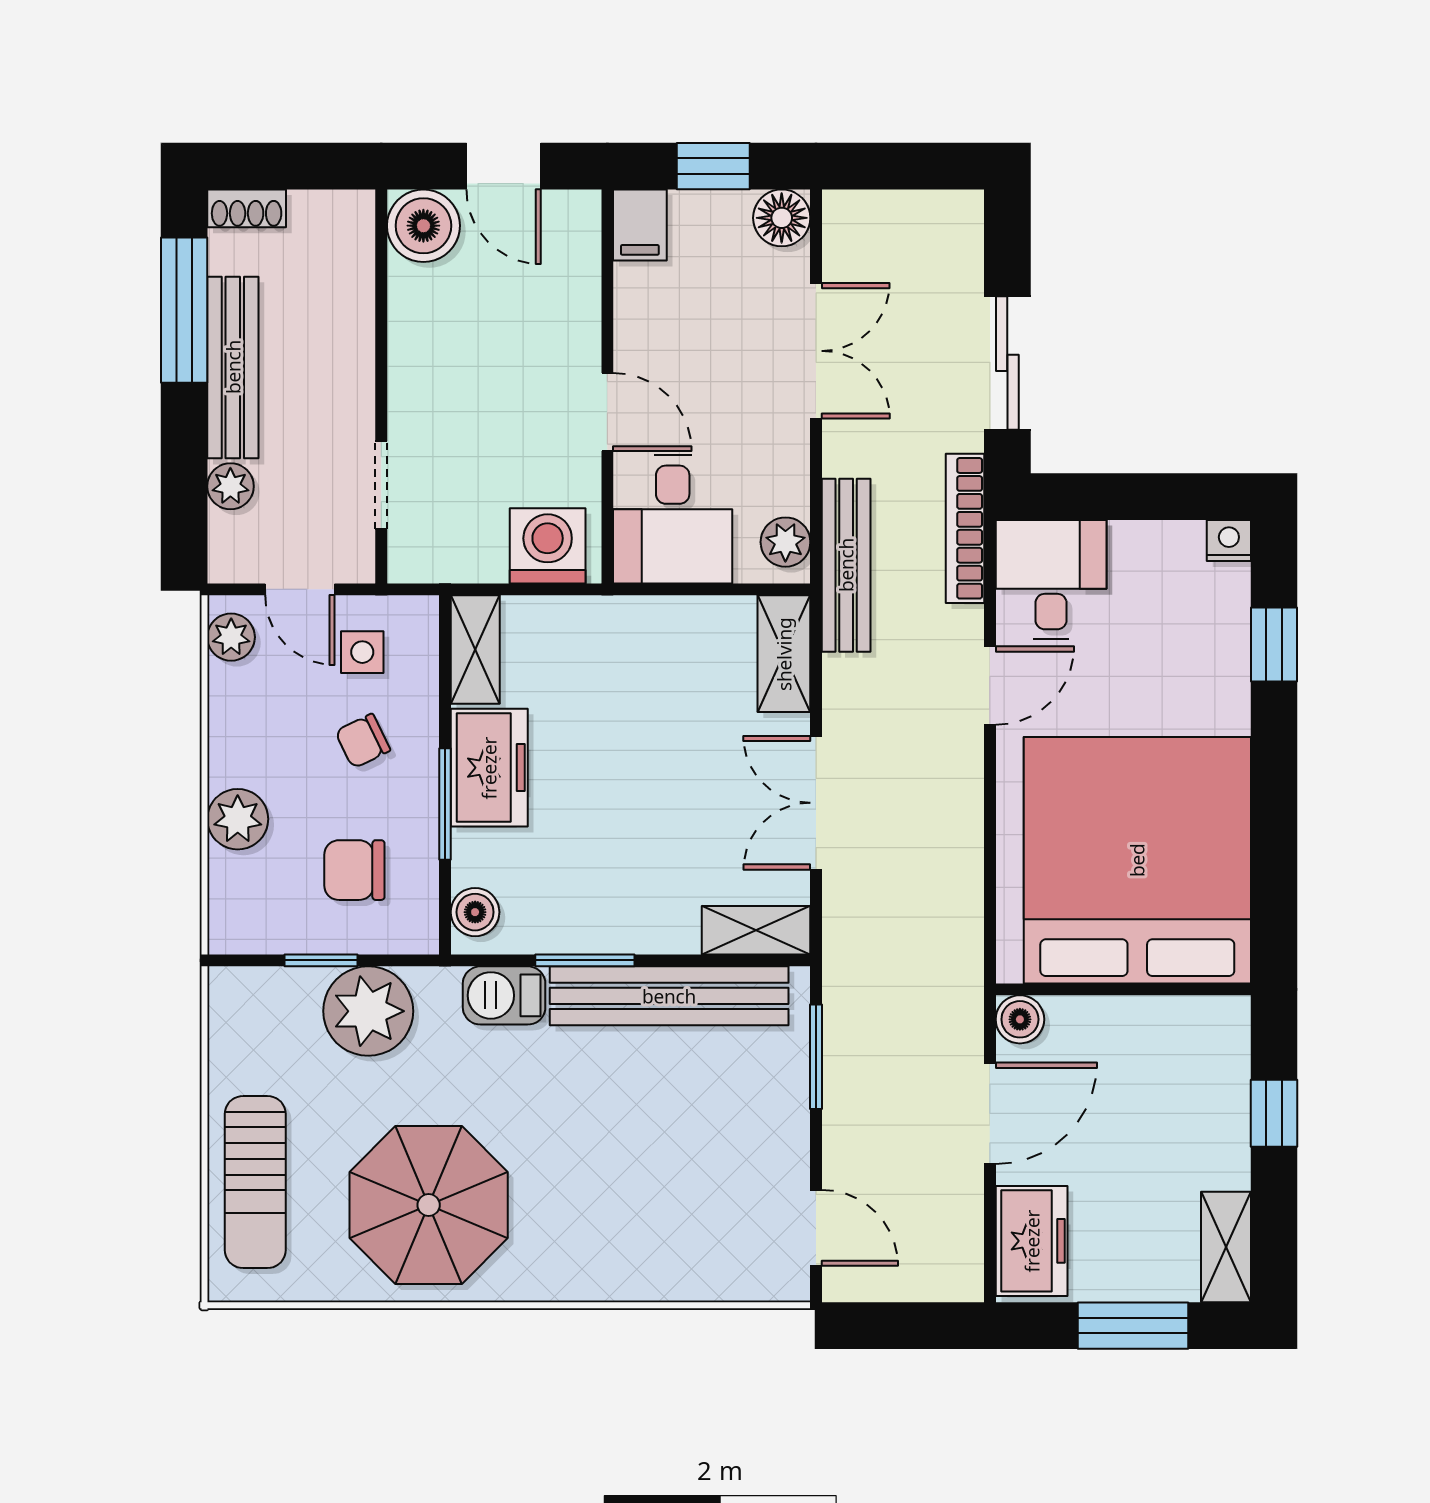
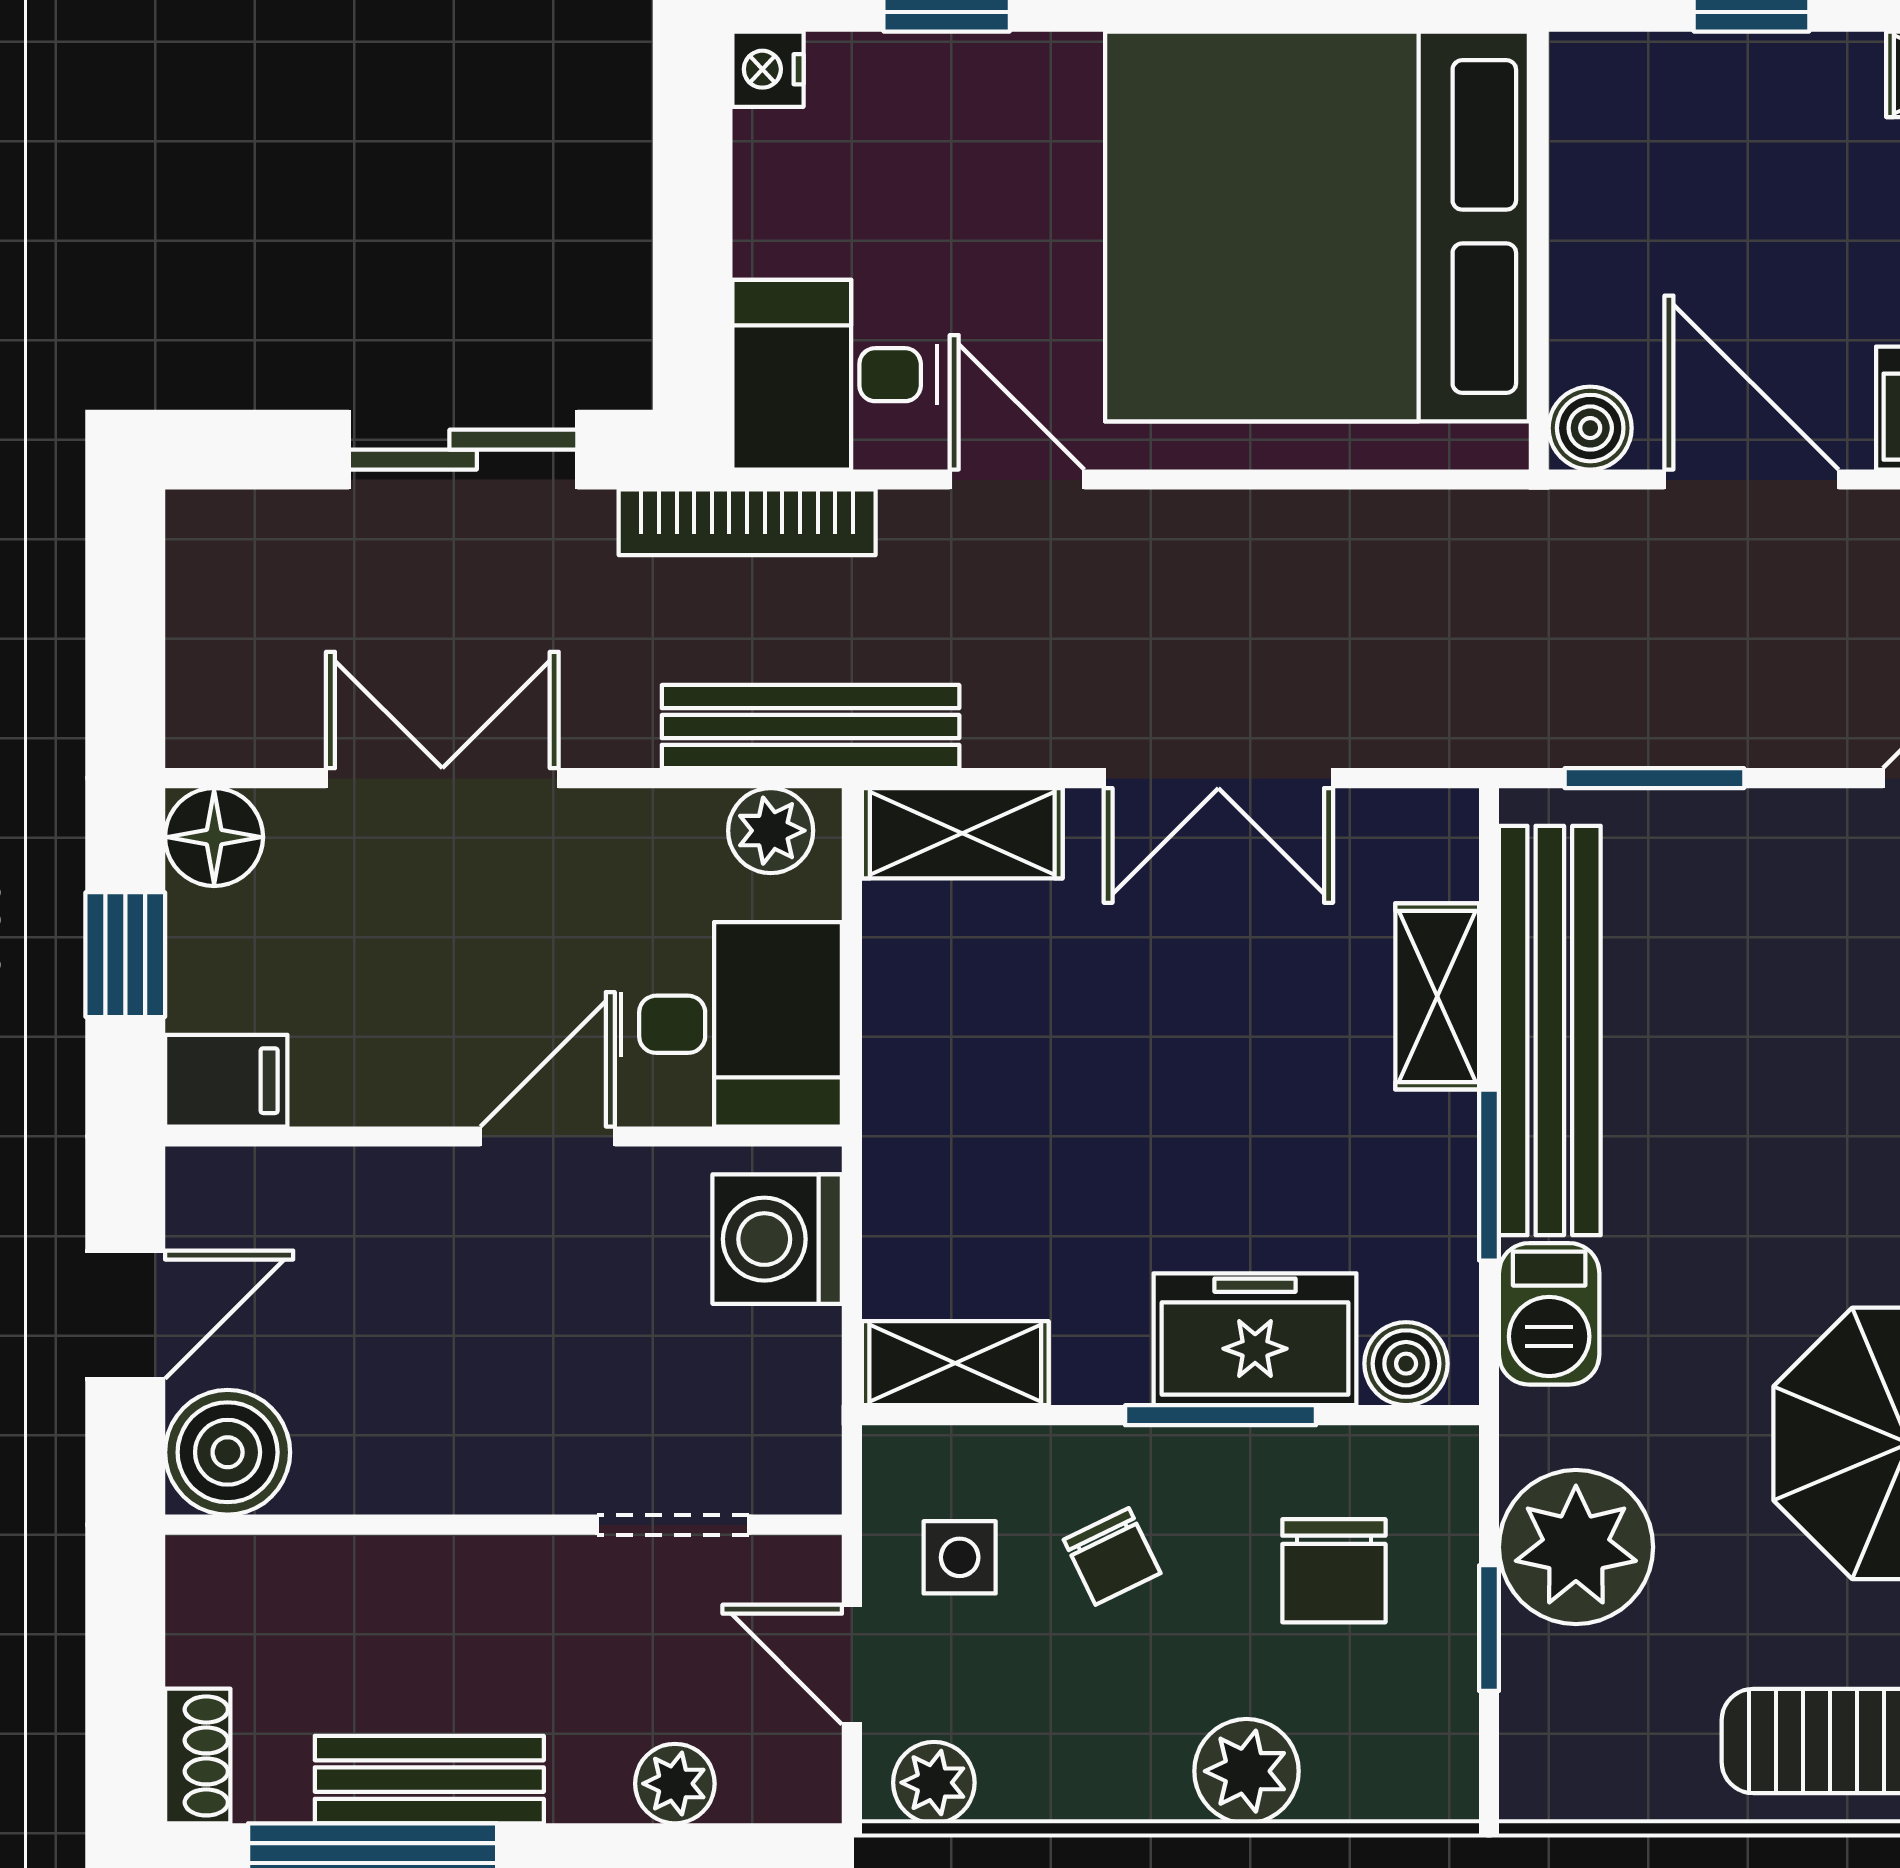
bench: (233, 367) -> (429, 1780), width x0.73
door: (300, 589) -> (852, 1665), swing flipped
freezer: (489, 768) -> (1255, 1339), moved
shelving: (756, 930) -> (1437, 996), moved

